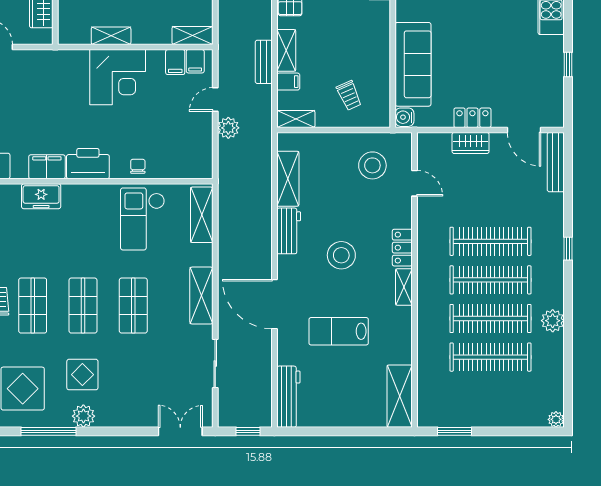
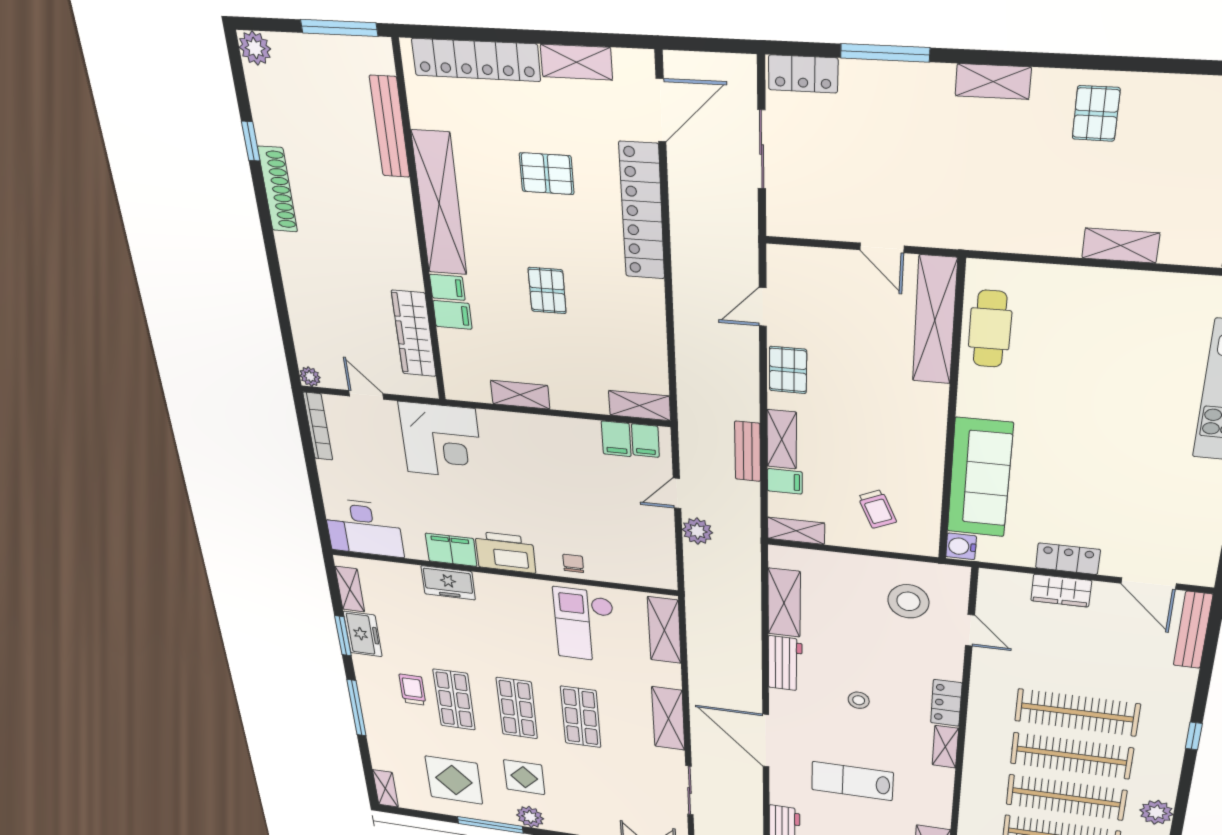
corner desk: (118, 77) -> (441, 441), moved
stool: (341, 255) -> (859, 700), width x0.53, depth x0.53

